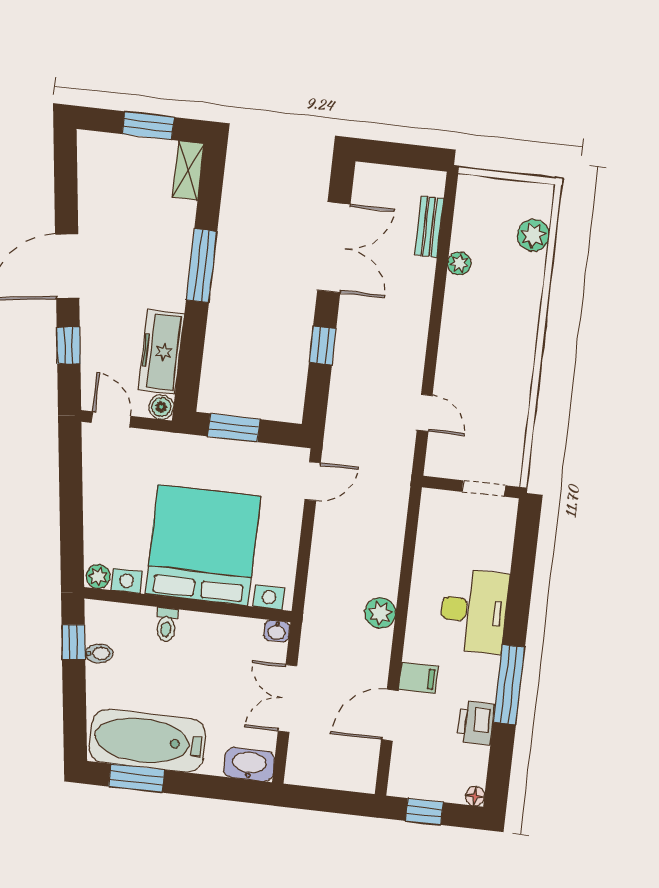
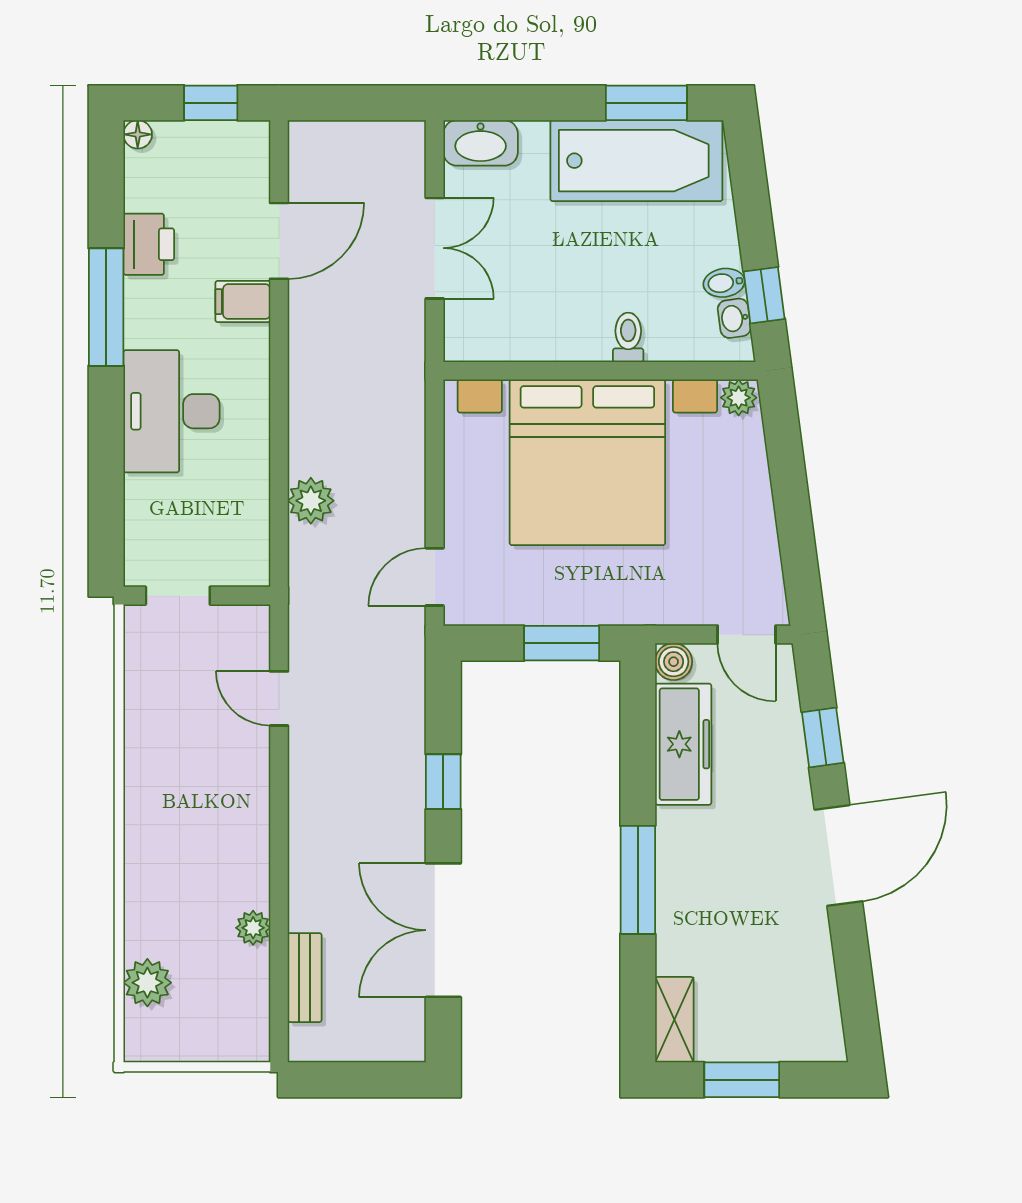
plant: (380, 613) -> (311, 501), moved
washbasin: (277, 631) -> (734, 318), moved, turned -98

